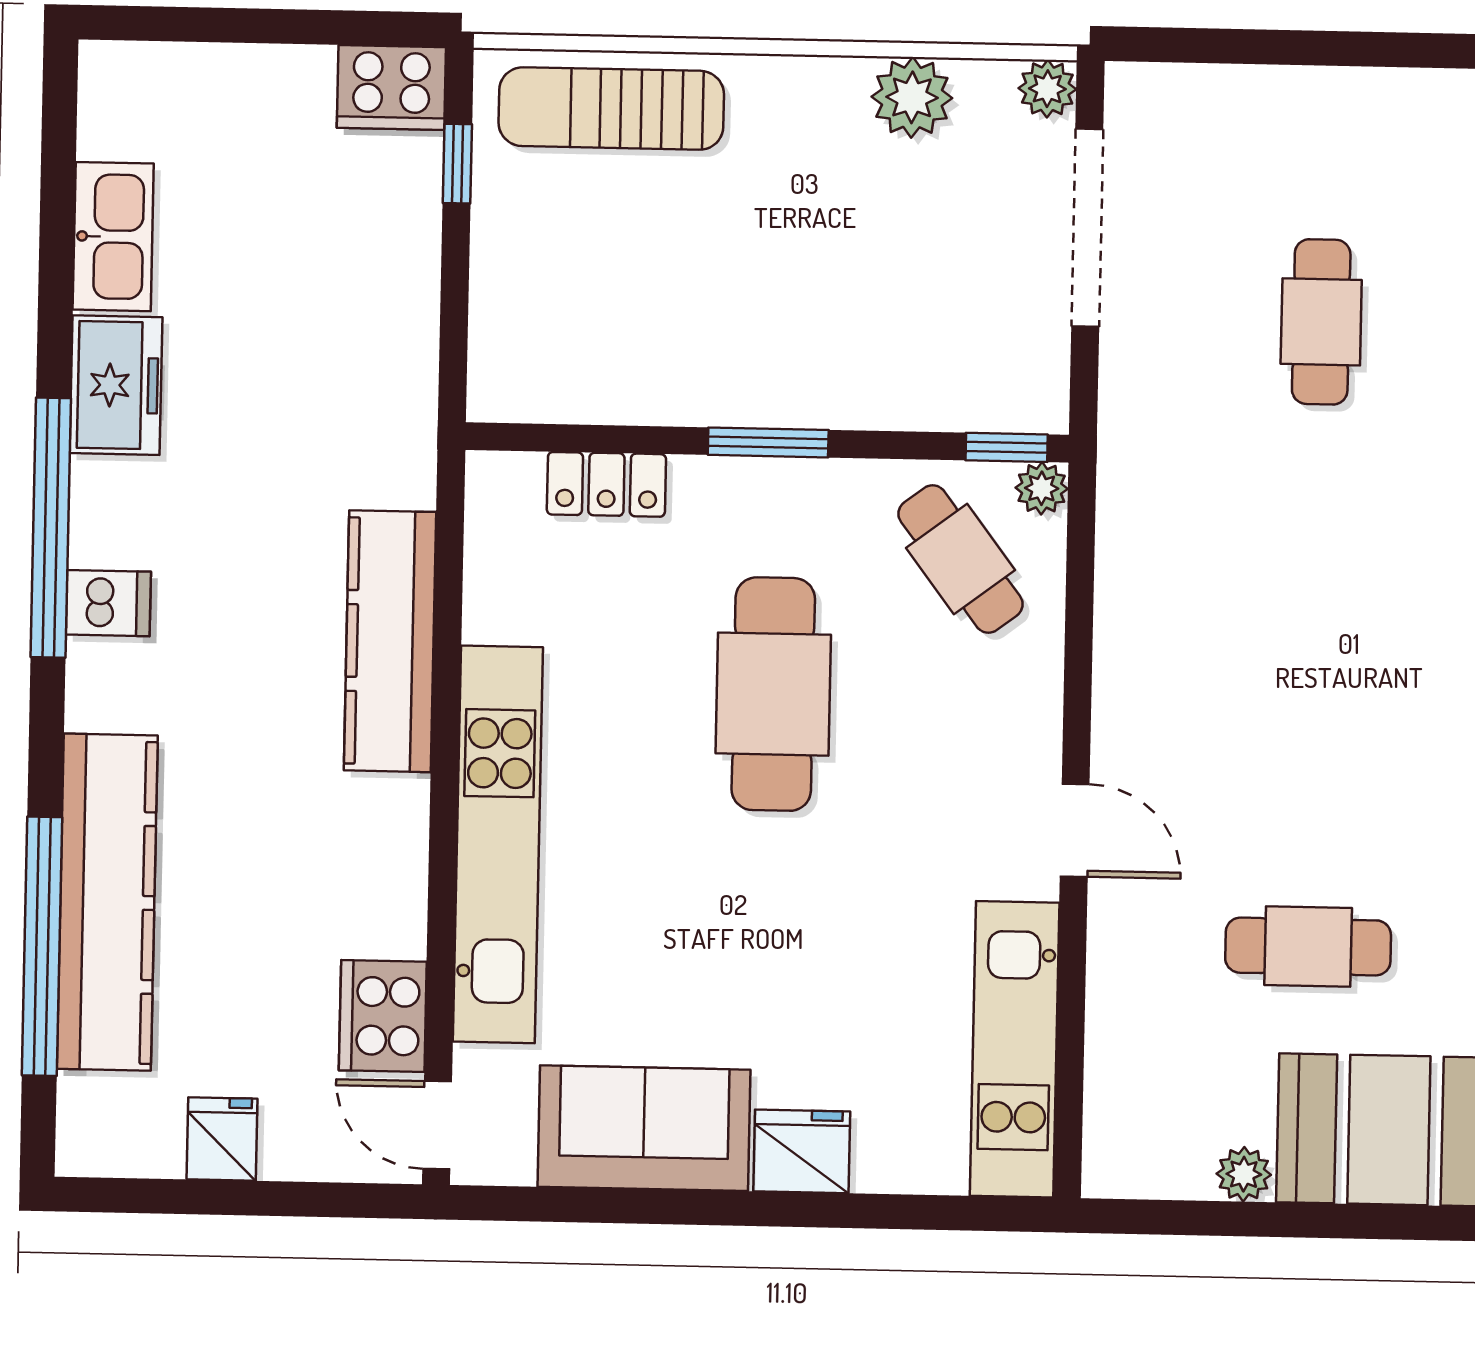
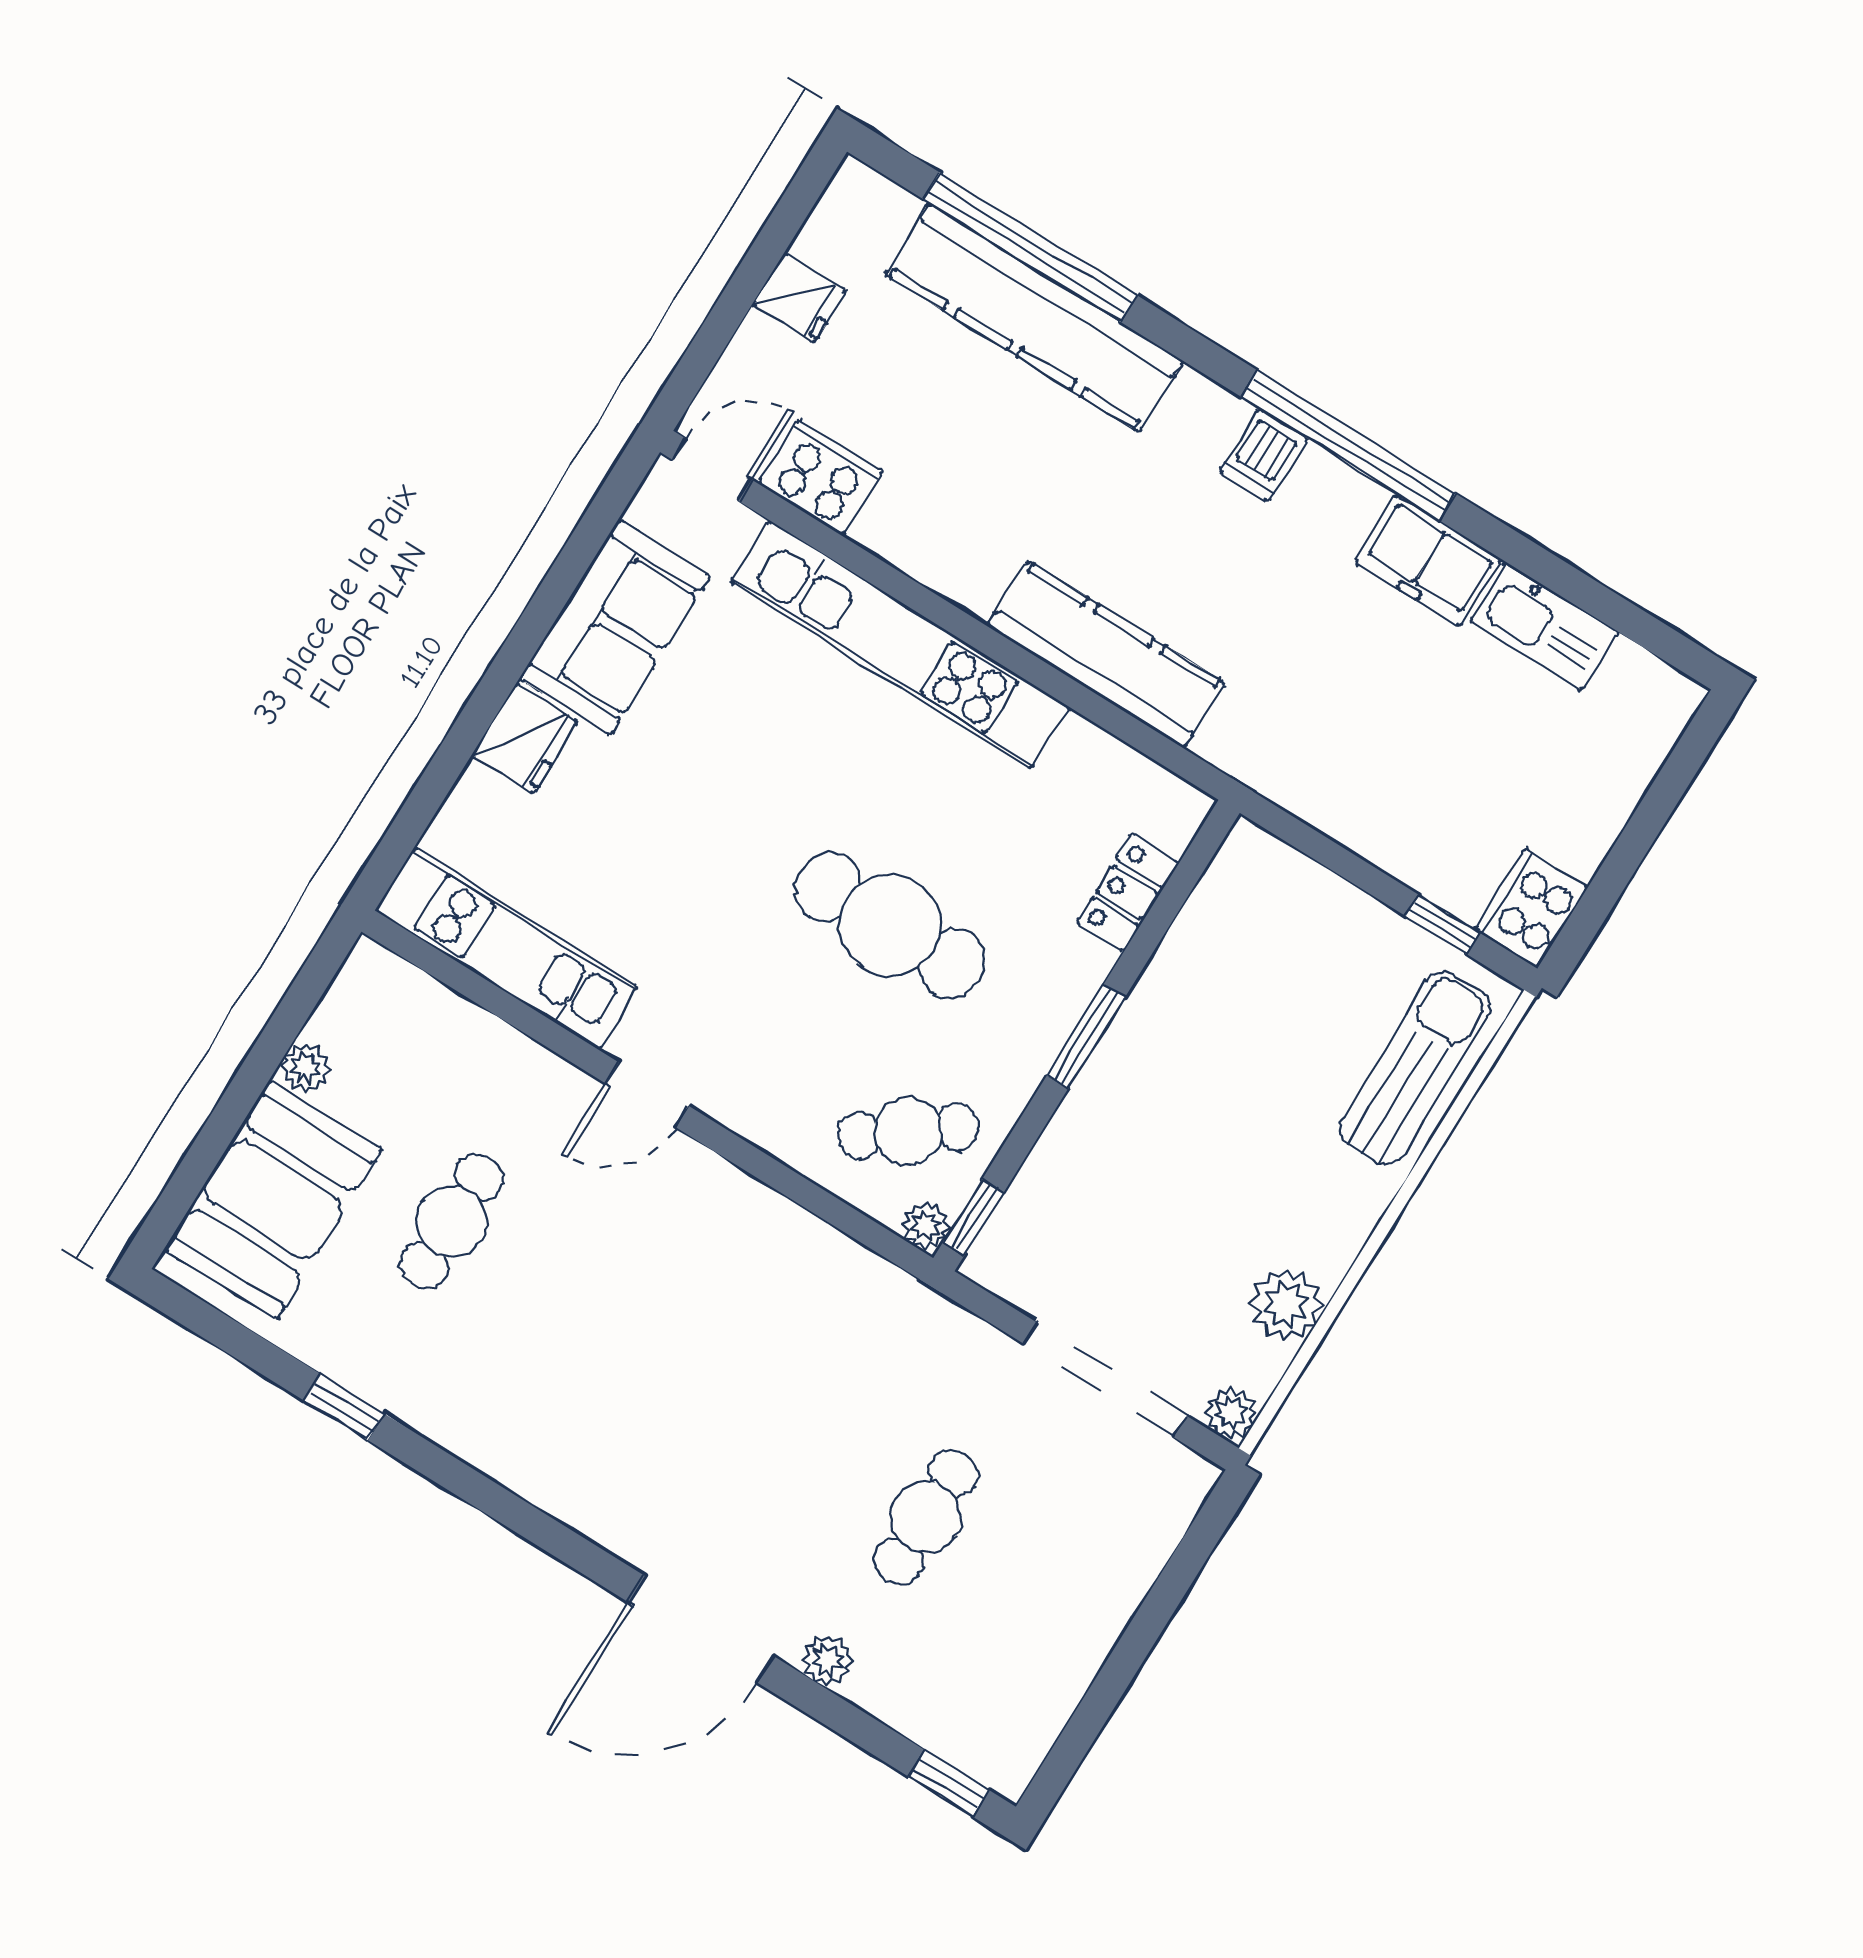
cafe table: (1321, 322) -> (926, 1517), turned 90

